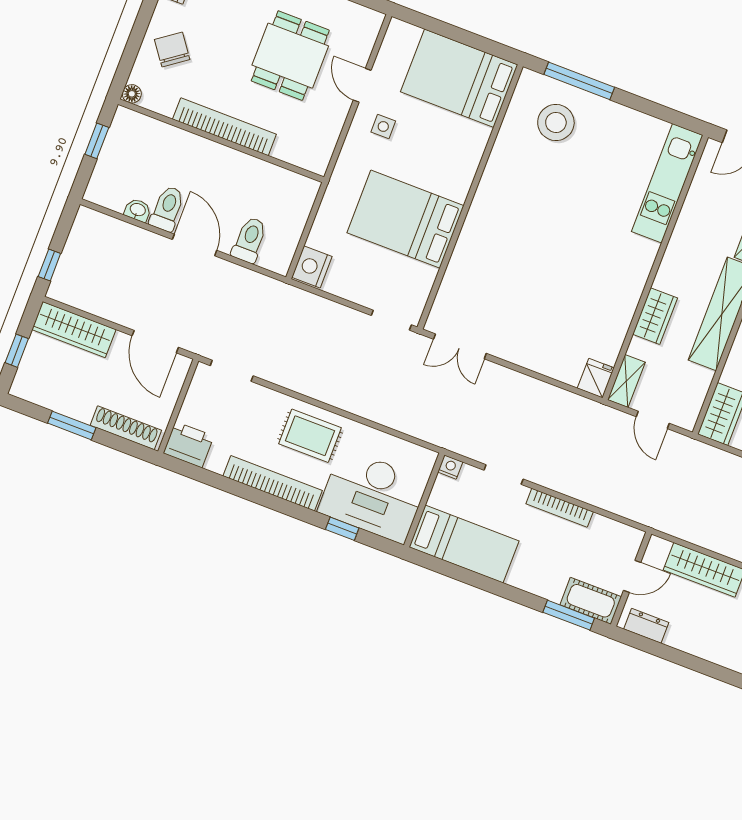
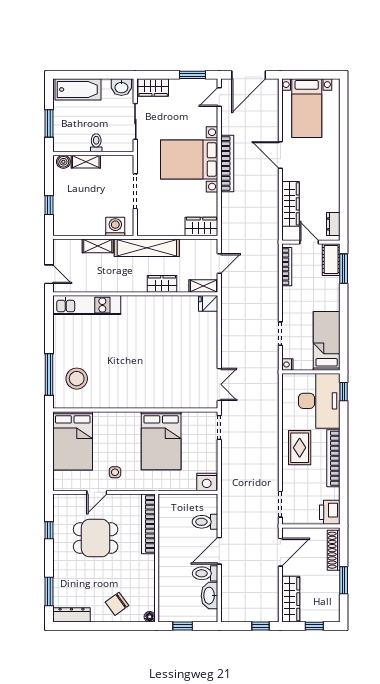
bookcase: (224, 127) -> (148, 524), moved
washbasin: (138, 210) -> (210, 596), width x1.91, depth x1.45
bookcase: (560, 508) -> (287, 267), moved
window: (342, 529) -> (344, 392), moved

